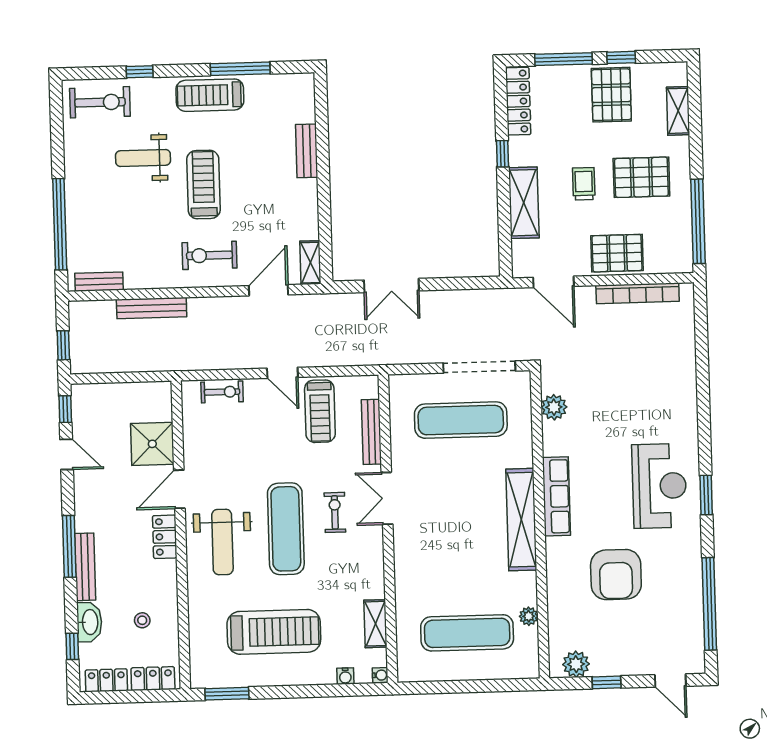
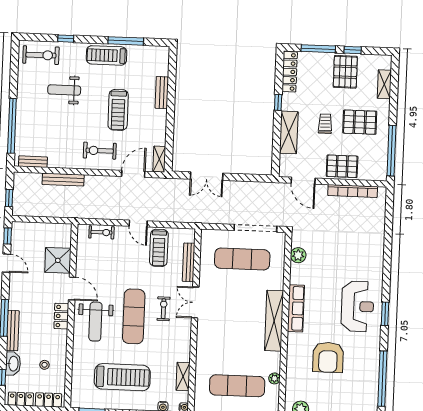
treadmill: (203, 185) -> (118, 110), moved, turned 180
door: (179, 489) -> (72, 288), swing flipped

